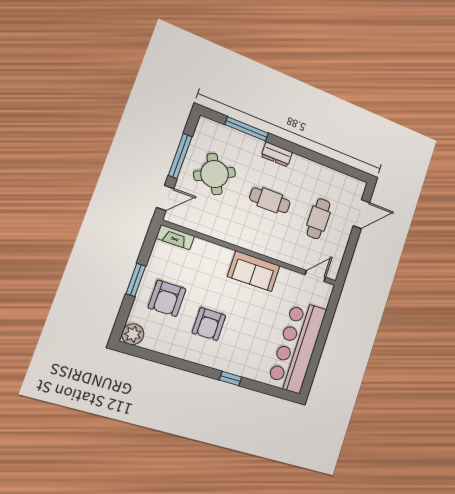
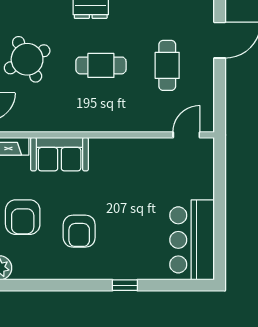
sofa: (254, 271) -> (60, 154), moved
bar counter: (297, 347) -> (192, 240), width x0.73

